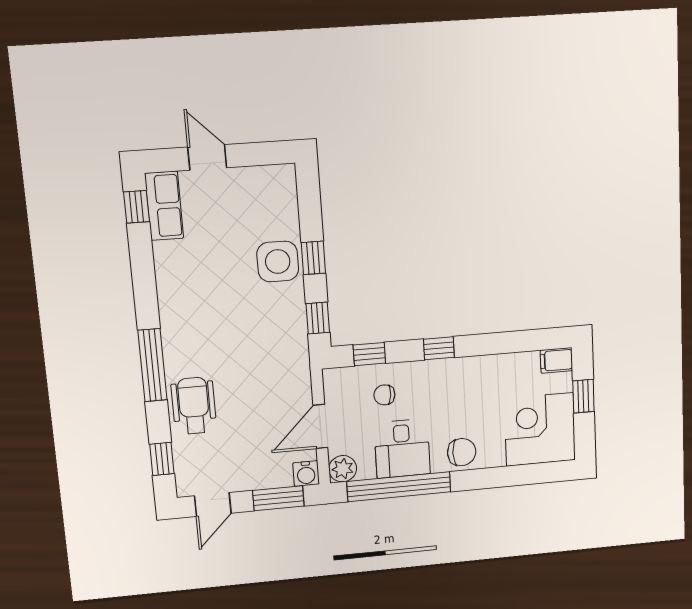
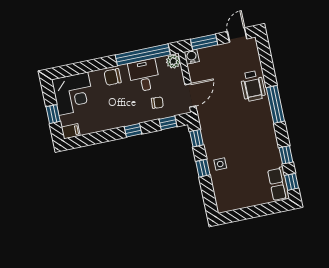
door: (207, 157) -> (261, 210), removed
side table: (278, 262) -> (220, 164), width x0.54, depth x0.54
door: (320, 426) -> (190, 95), moved
window: (162, 459) -> (286, 155), moved

